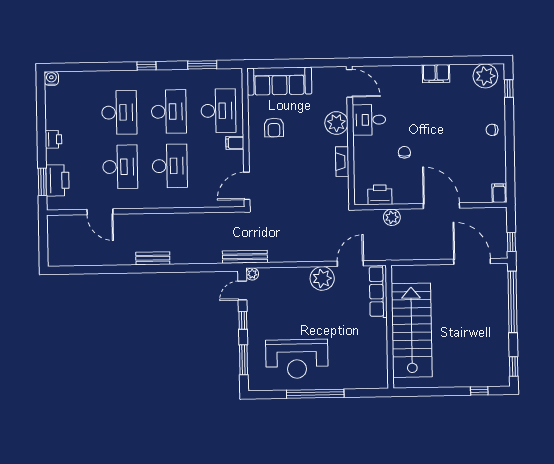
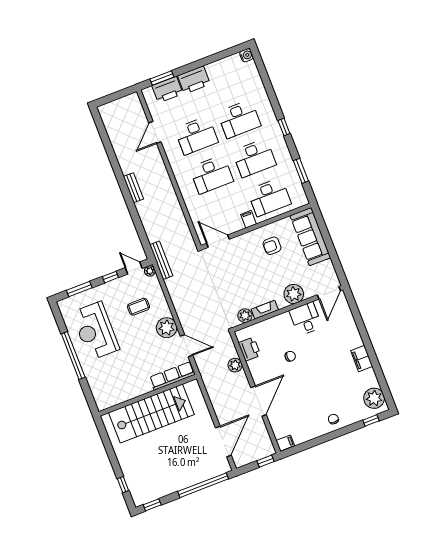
printer: (53, 139) -> (194, 80), width x1.87, depth x1.48
plant: (341, 186) -> (245, 316), added
window: (511, 242) -> (265, 461), moved
coffee table: (287, 301) -> (139, 307), added

